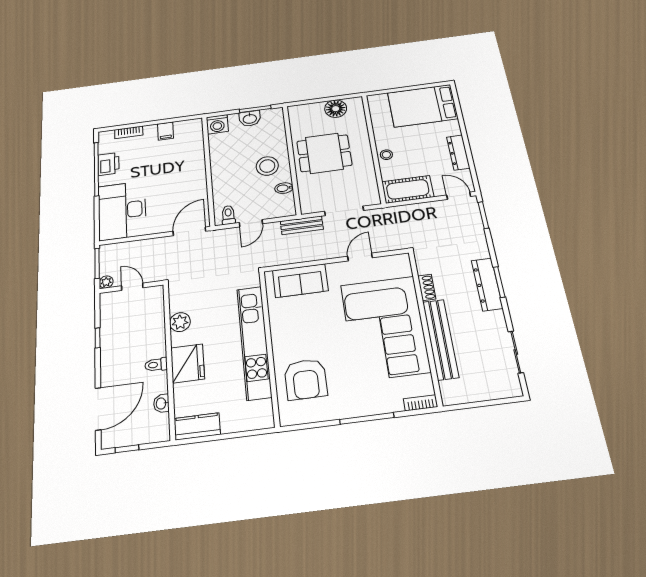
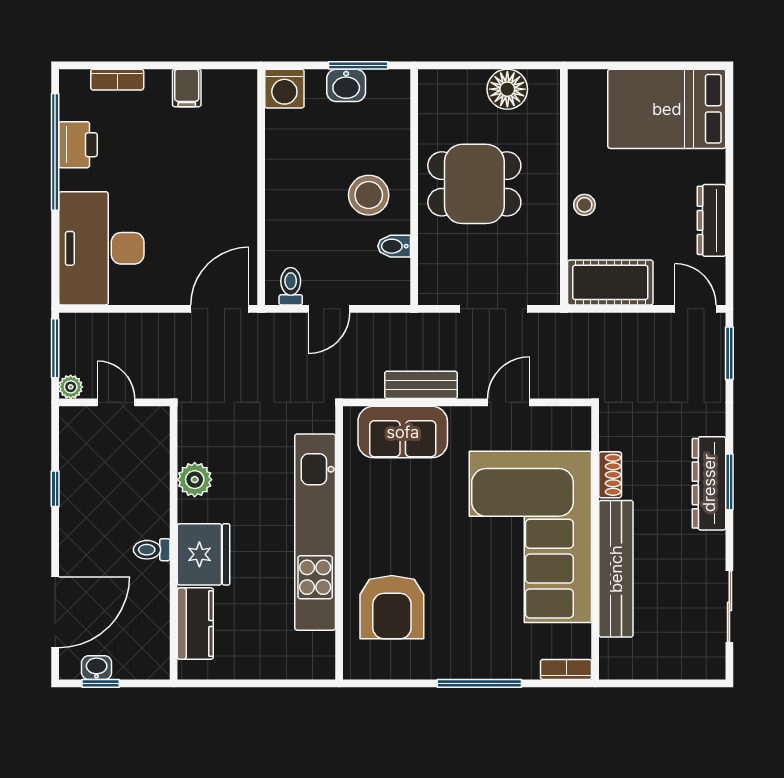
bench: (302, 225) -> (421, 385), moved
washbasin: (161, 403) -> (97, 668), moved, turned 90
kitchen counter: (197, 426) -> (195, 624), moved, turned 90

